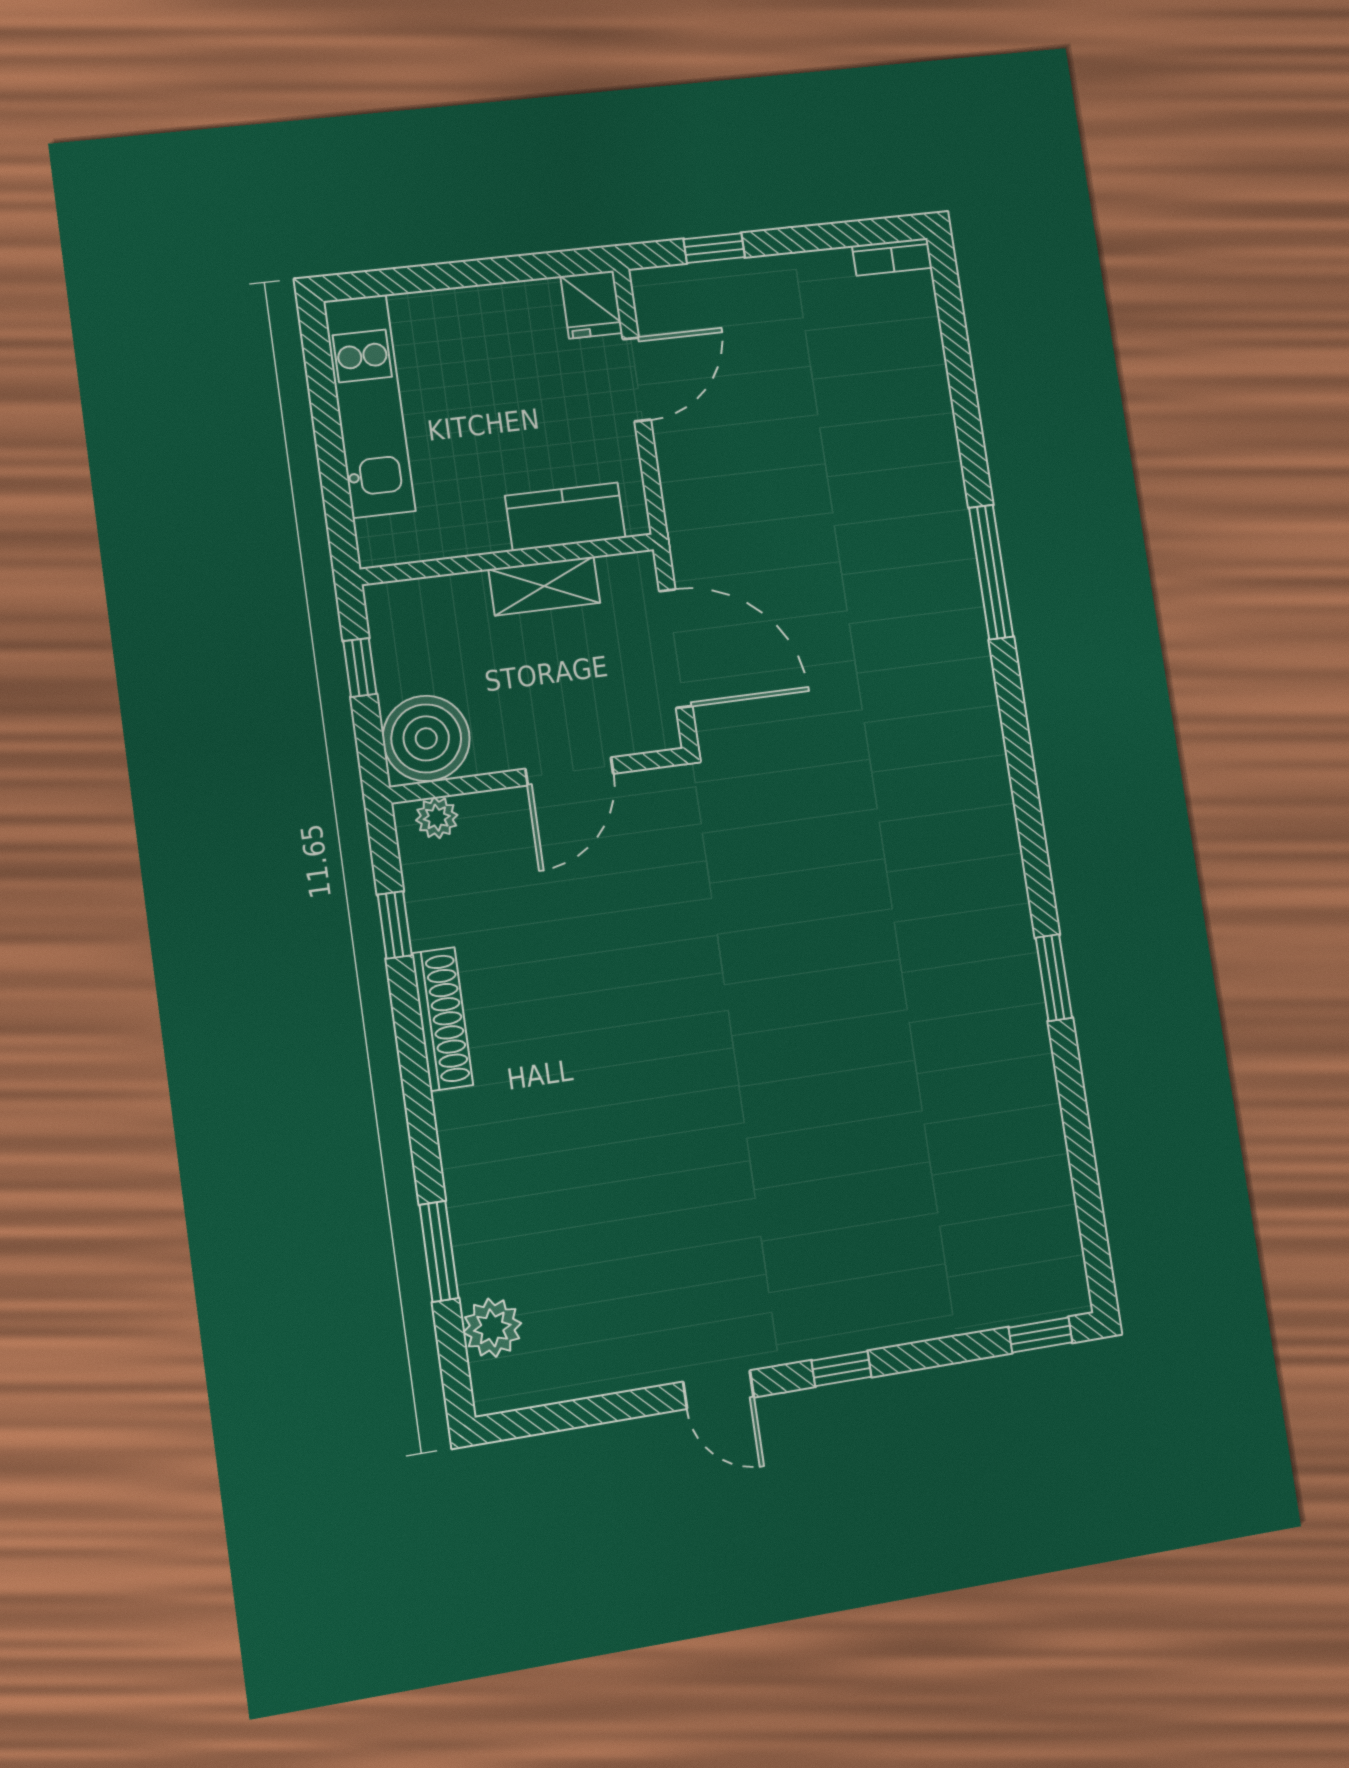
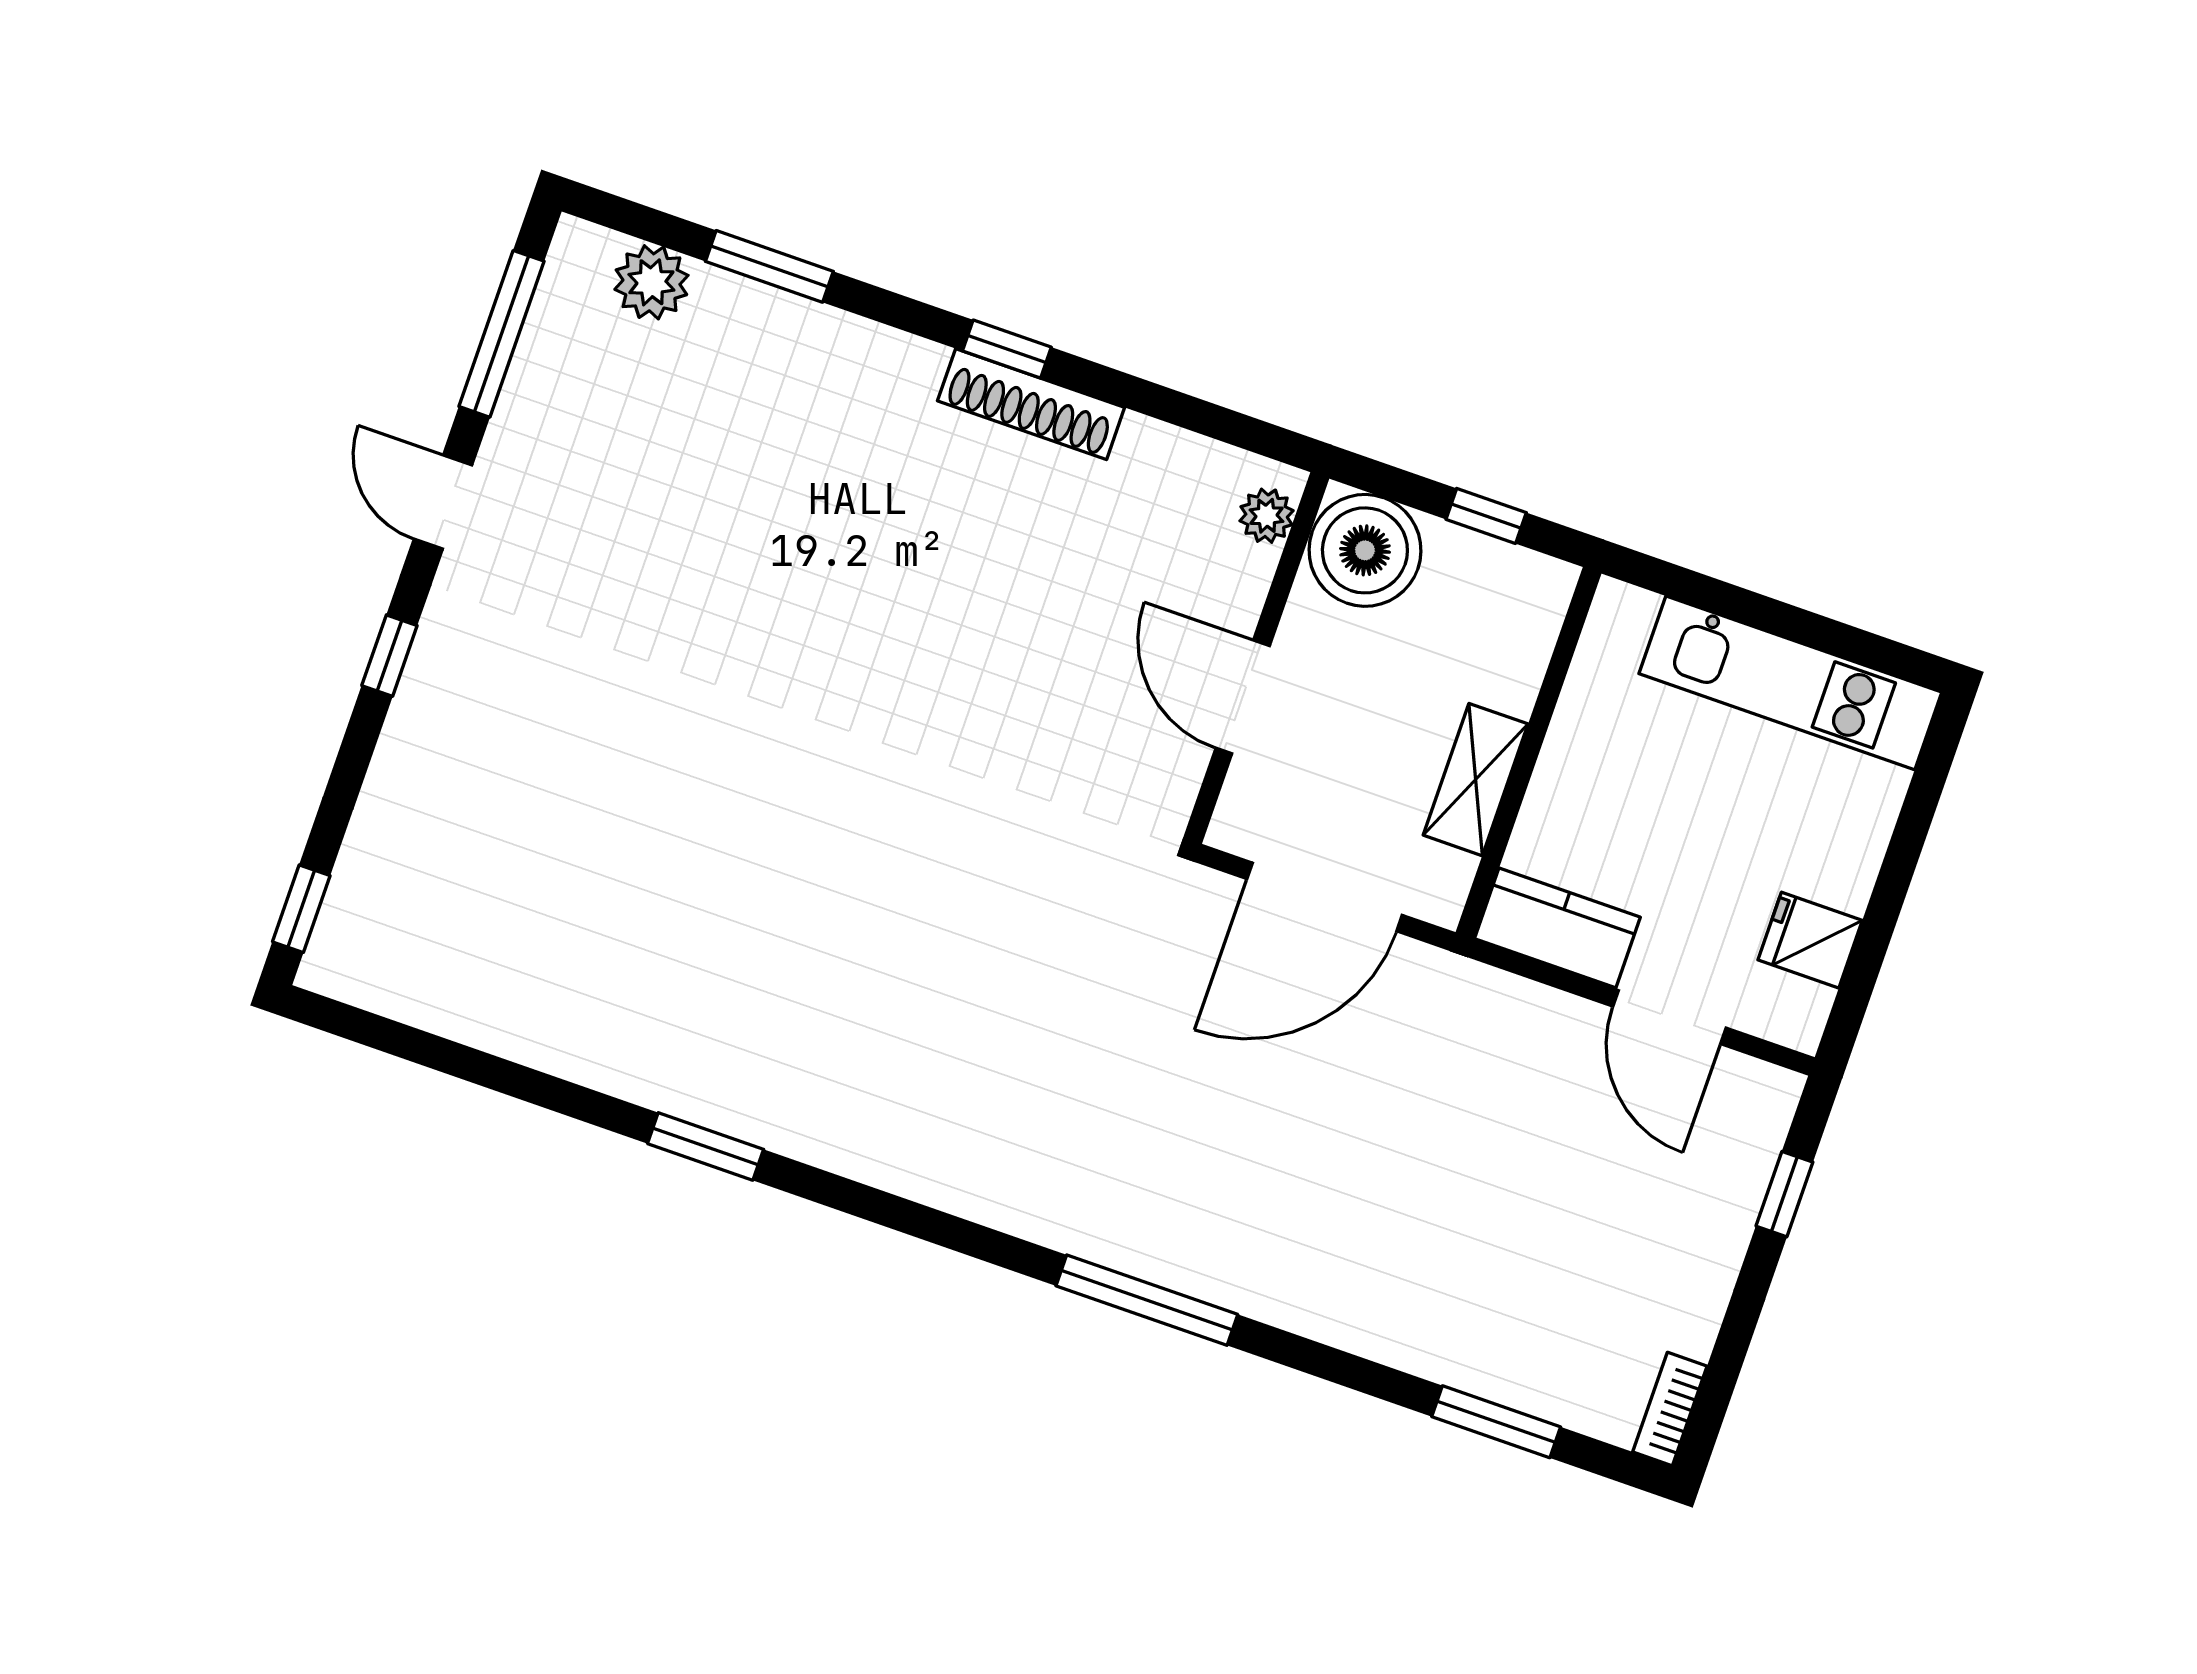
fridge: (591, 305) -> (1810, 940), moved
window: (959, 366) -> (1496, 1422), added
kitchen counter: (565, 517) -> (1557, 928), moved, turned -90
window: (991, 572) -> (1147, 1300), moved
window: (395, 925) -> (1007, 349), moved
door: (718, 1390) -> (443, 502), hinge flipped
window: (582, 1413) -> (501, 334), added

